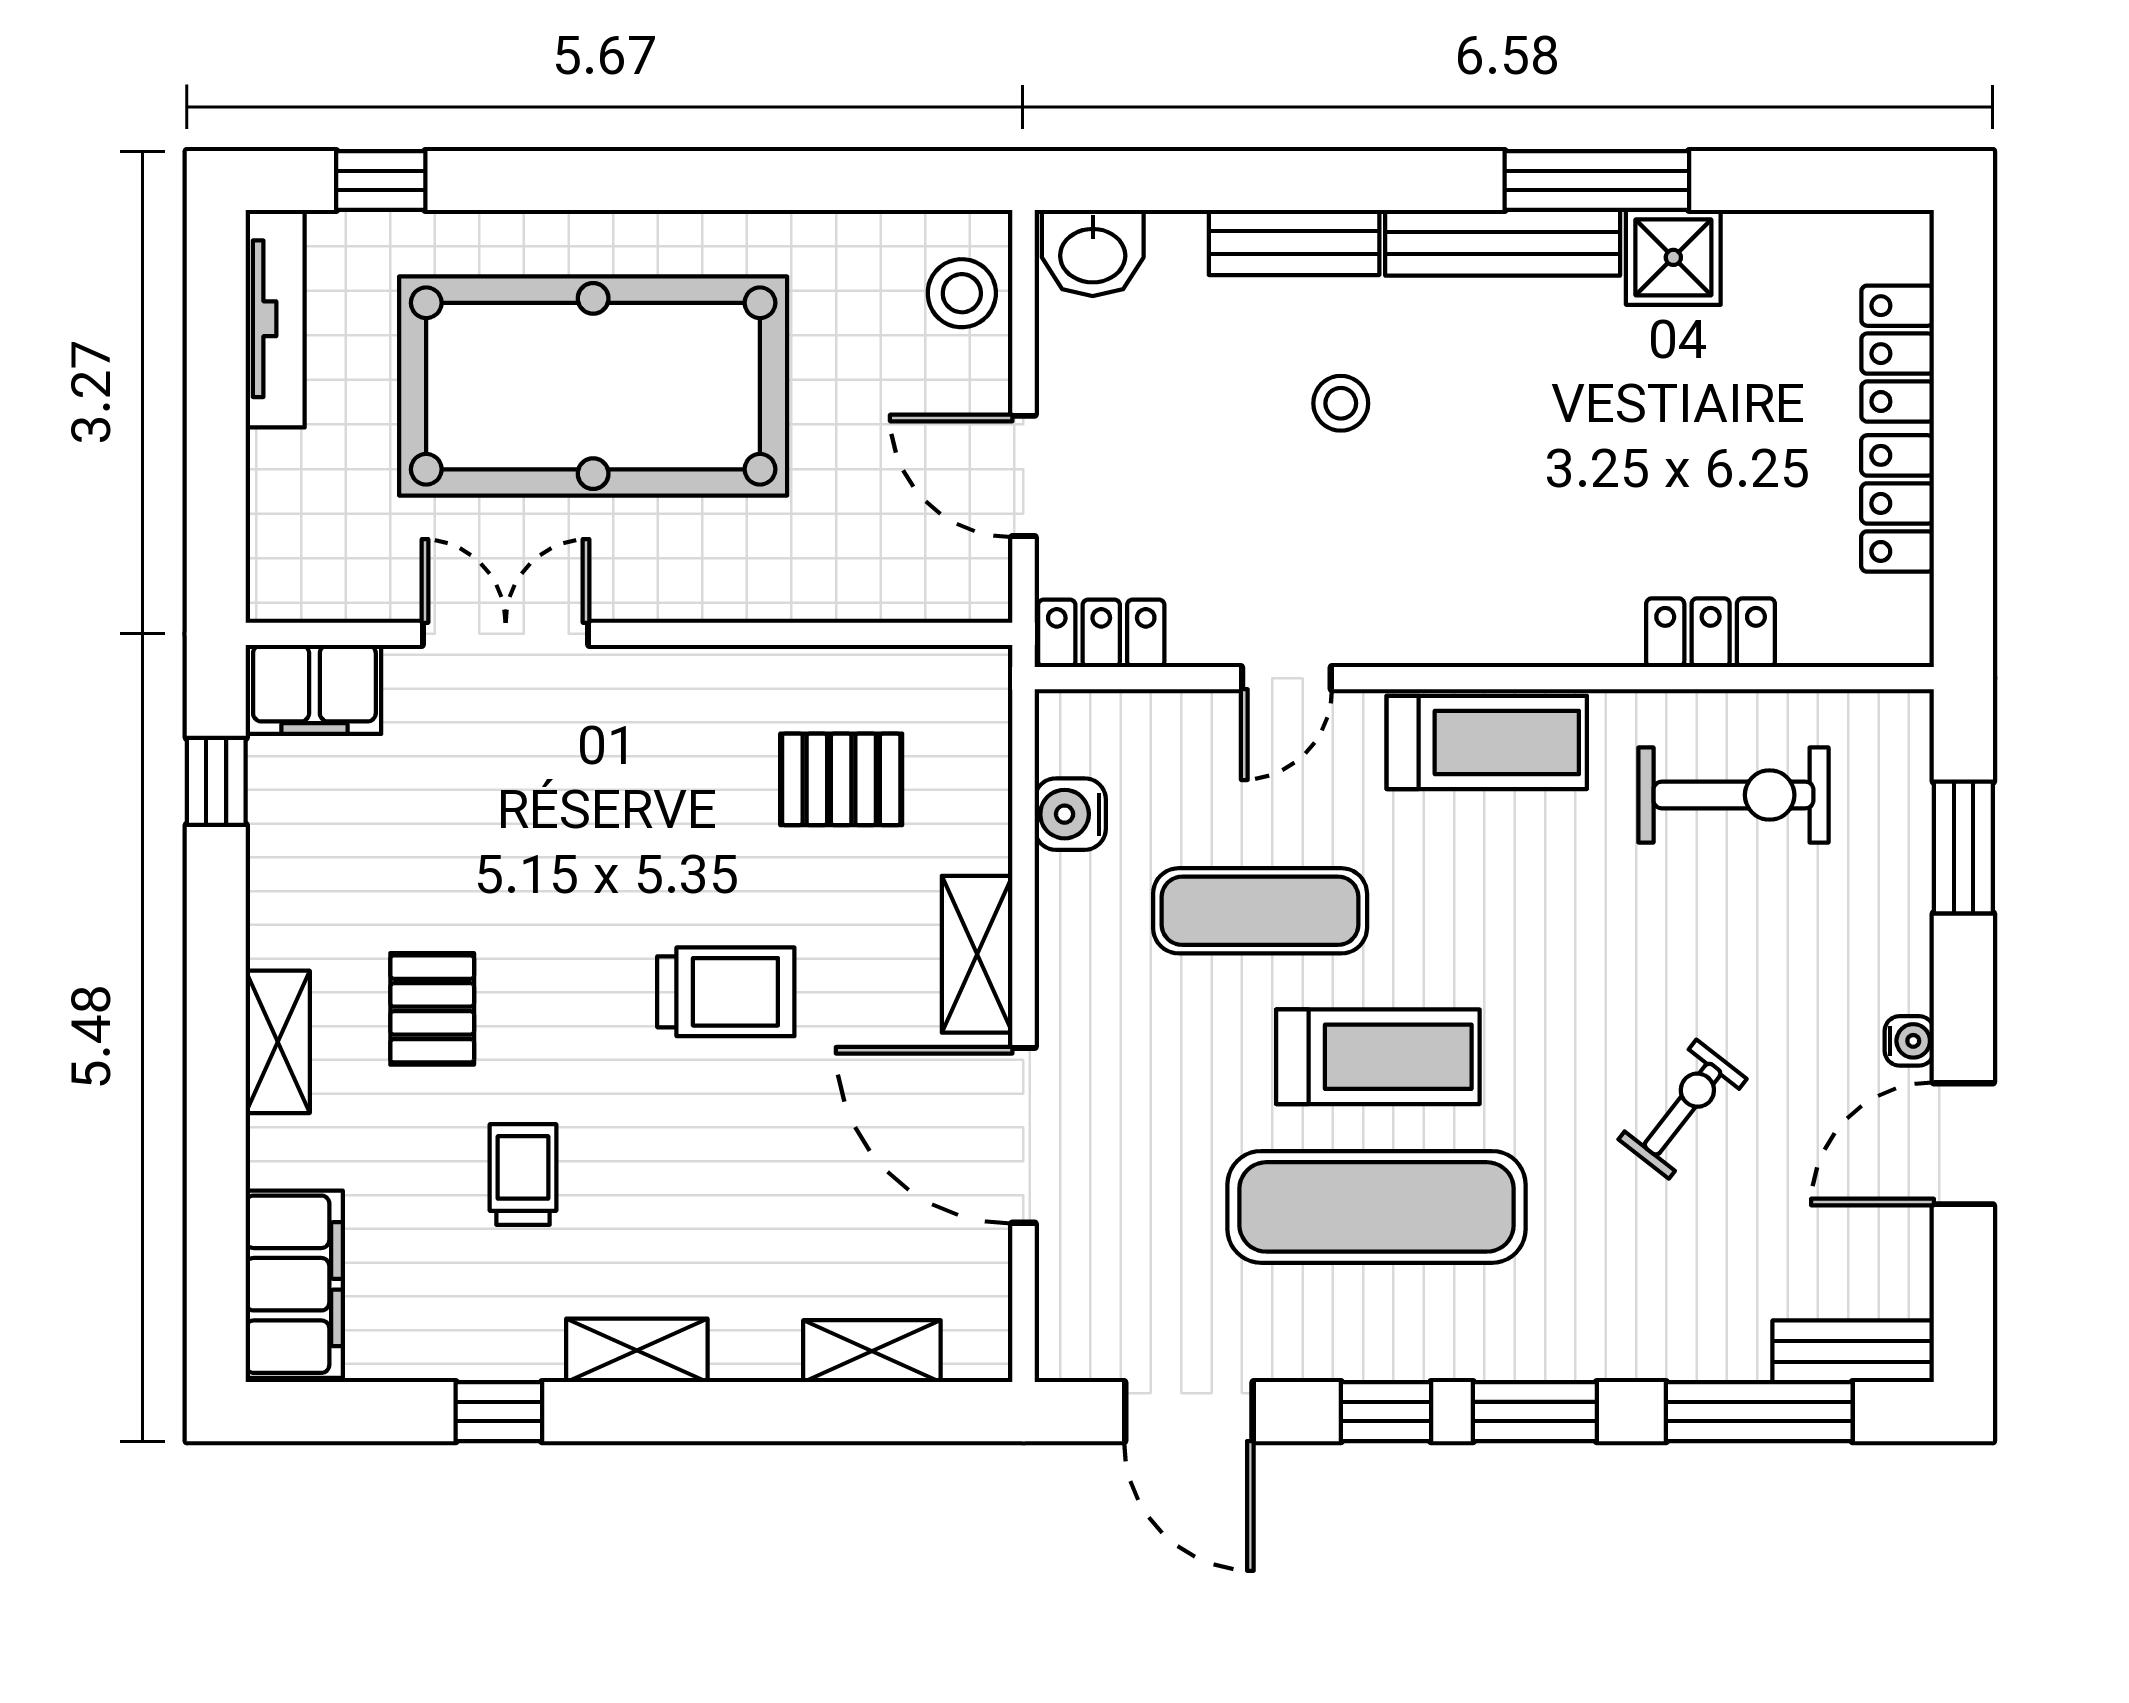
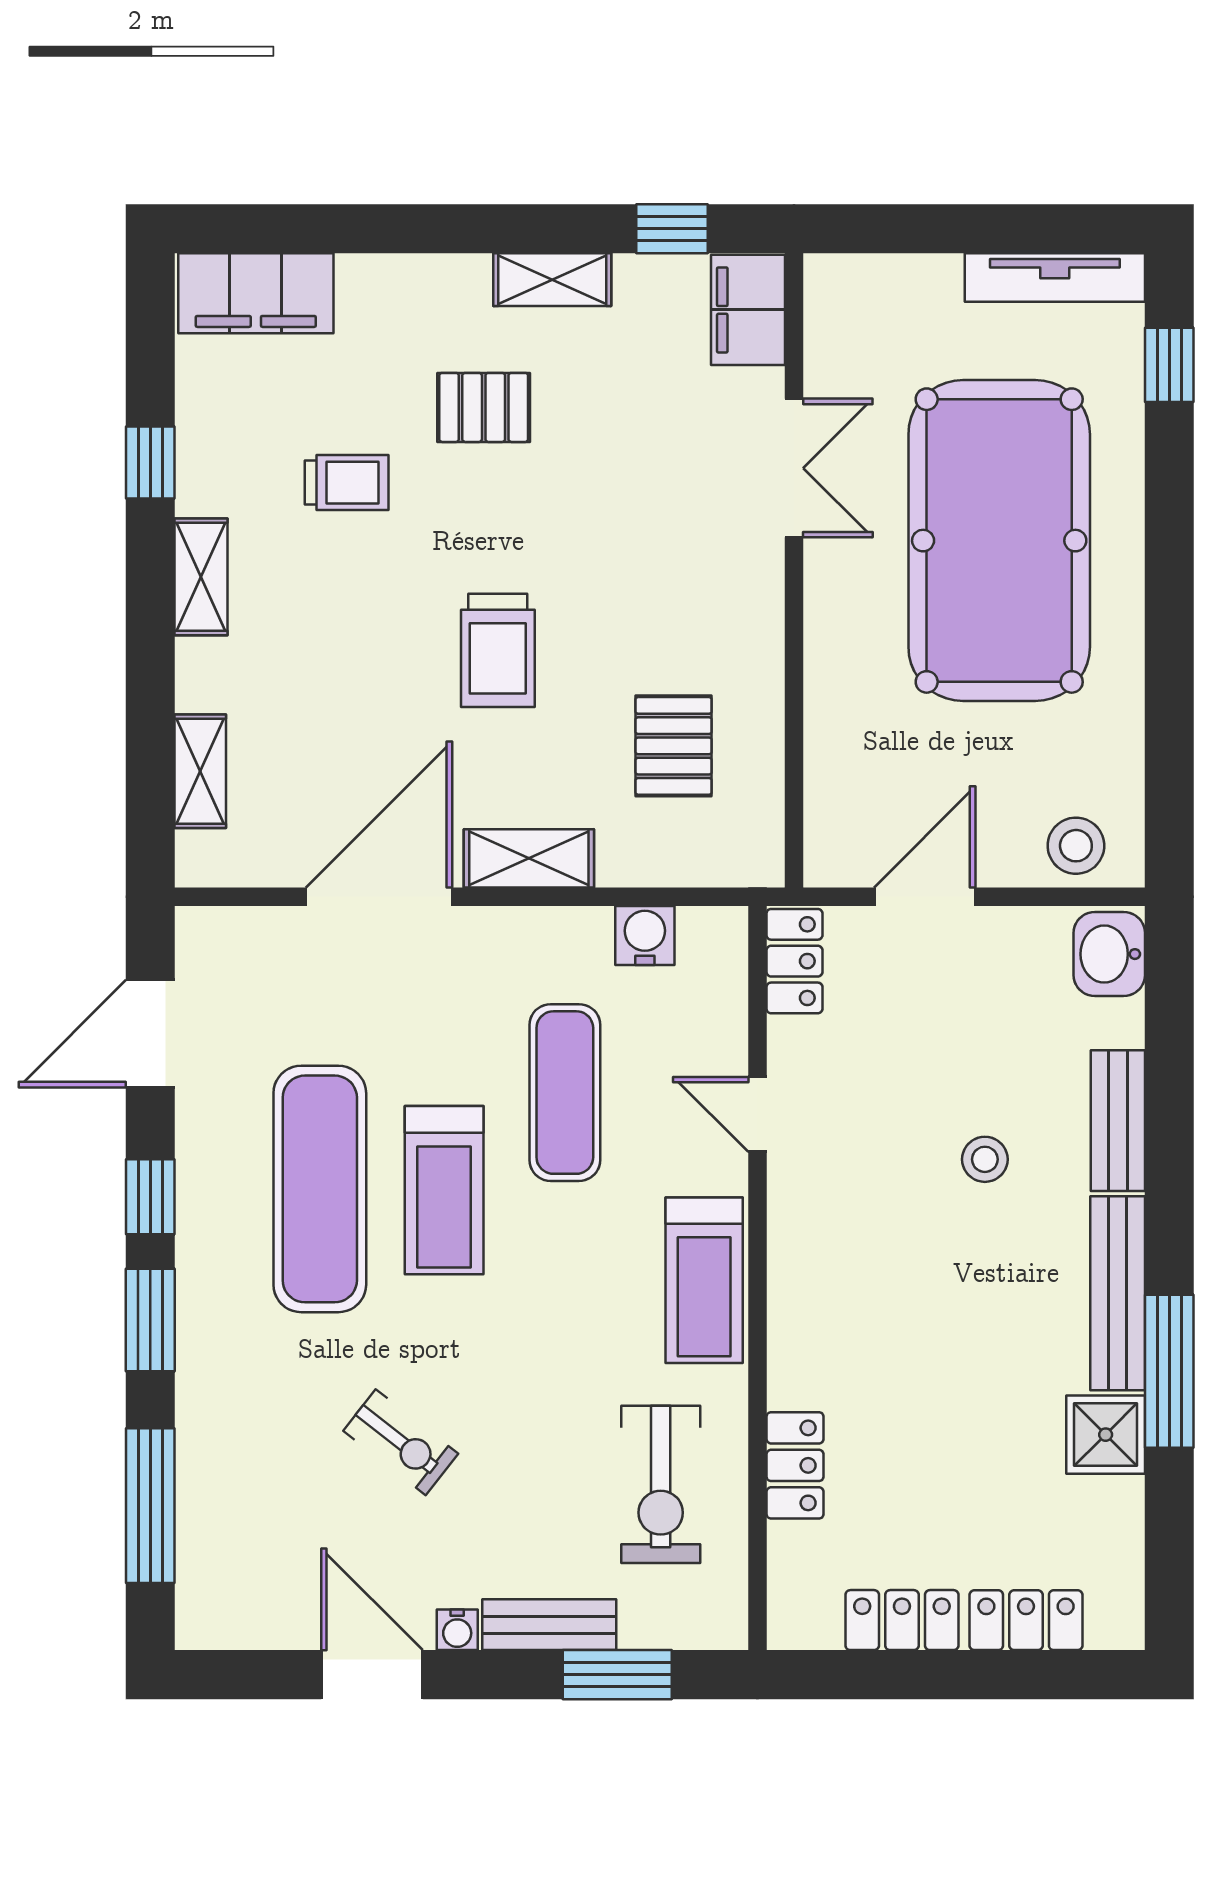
shelving: (278, 1042) -> (552, 280), moved
bench: (1853, 1351) -> (549, 1625), moved, turned 90

